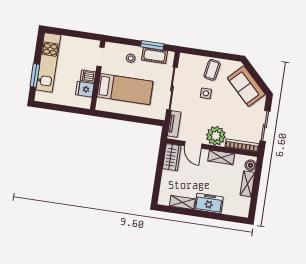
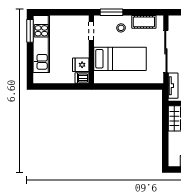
window: (152, 45) -> (111, 12), moved
window: (35, 75) -> (30, 31), moved
dishwasher: (88, 76) -> (82, 78), moved

